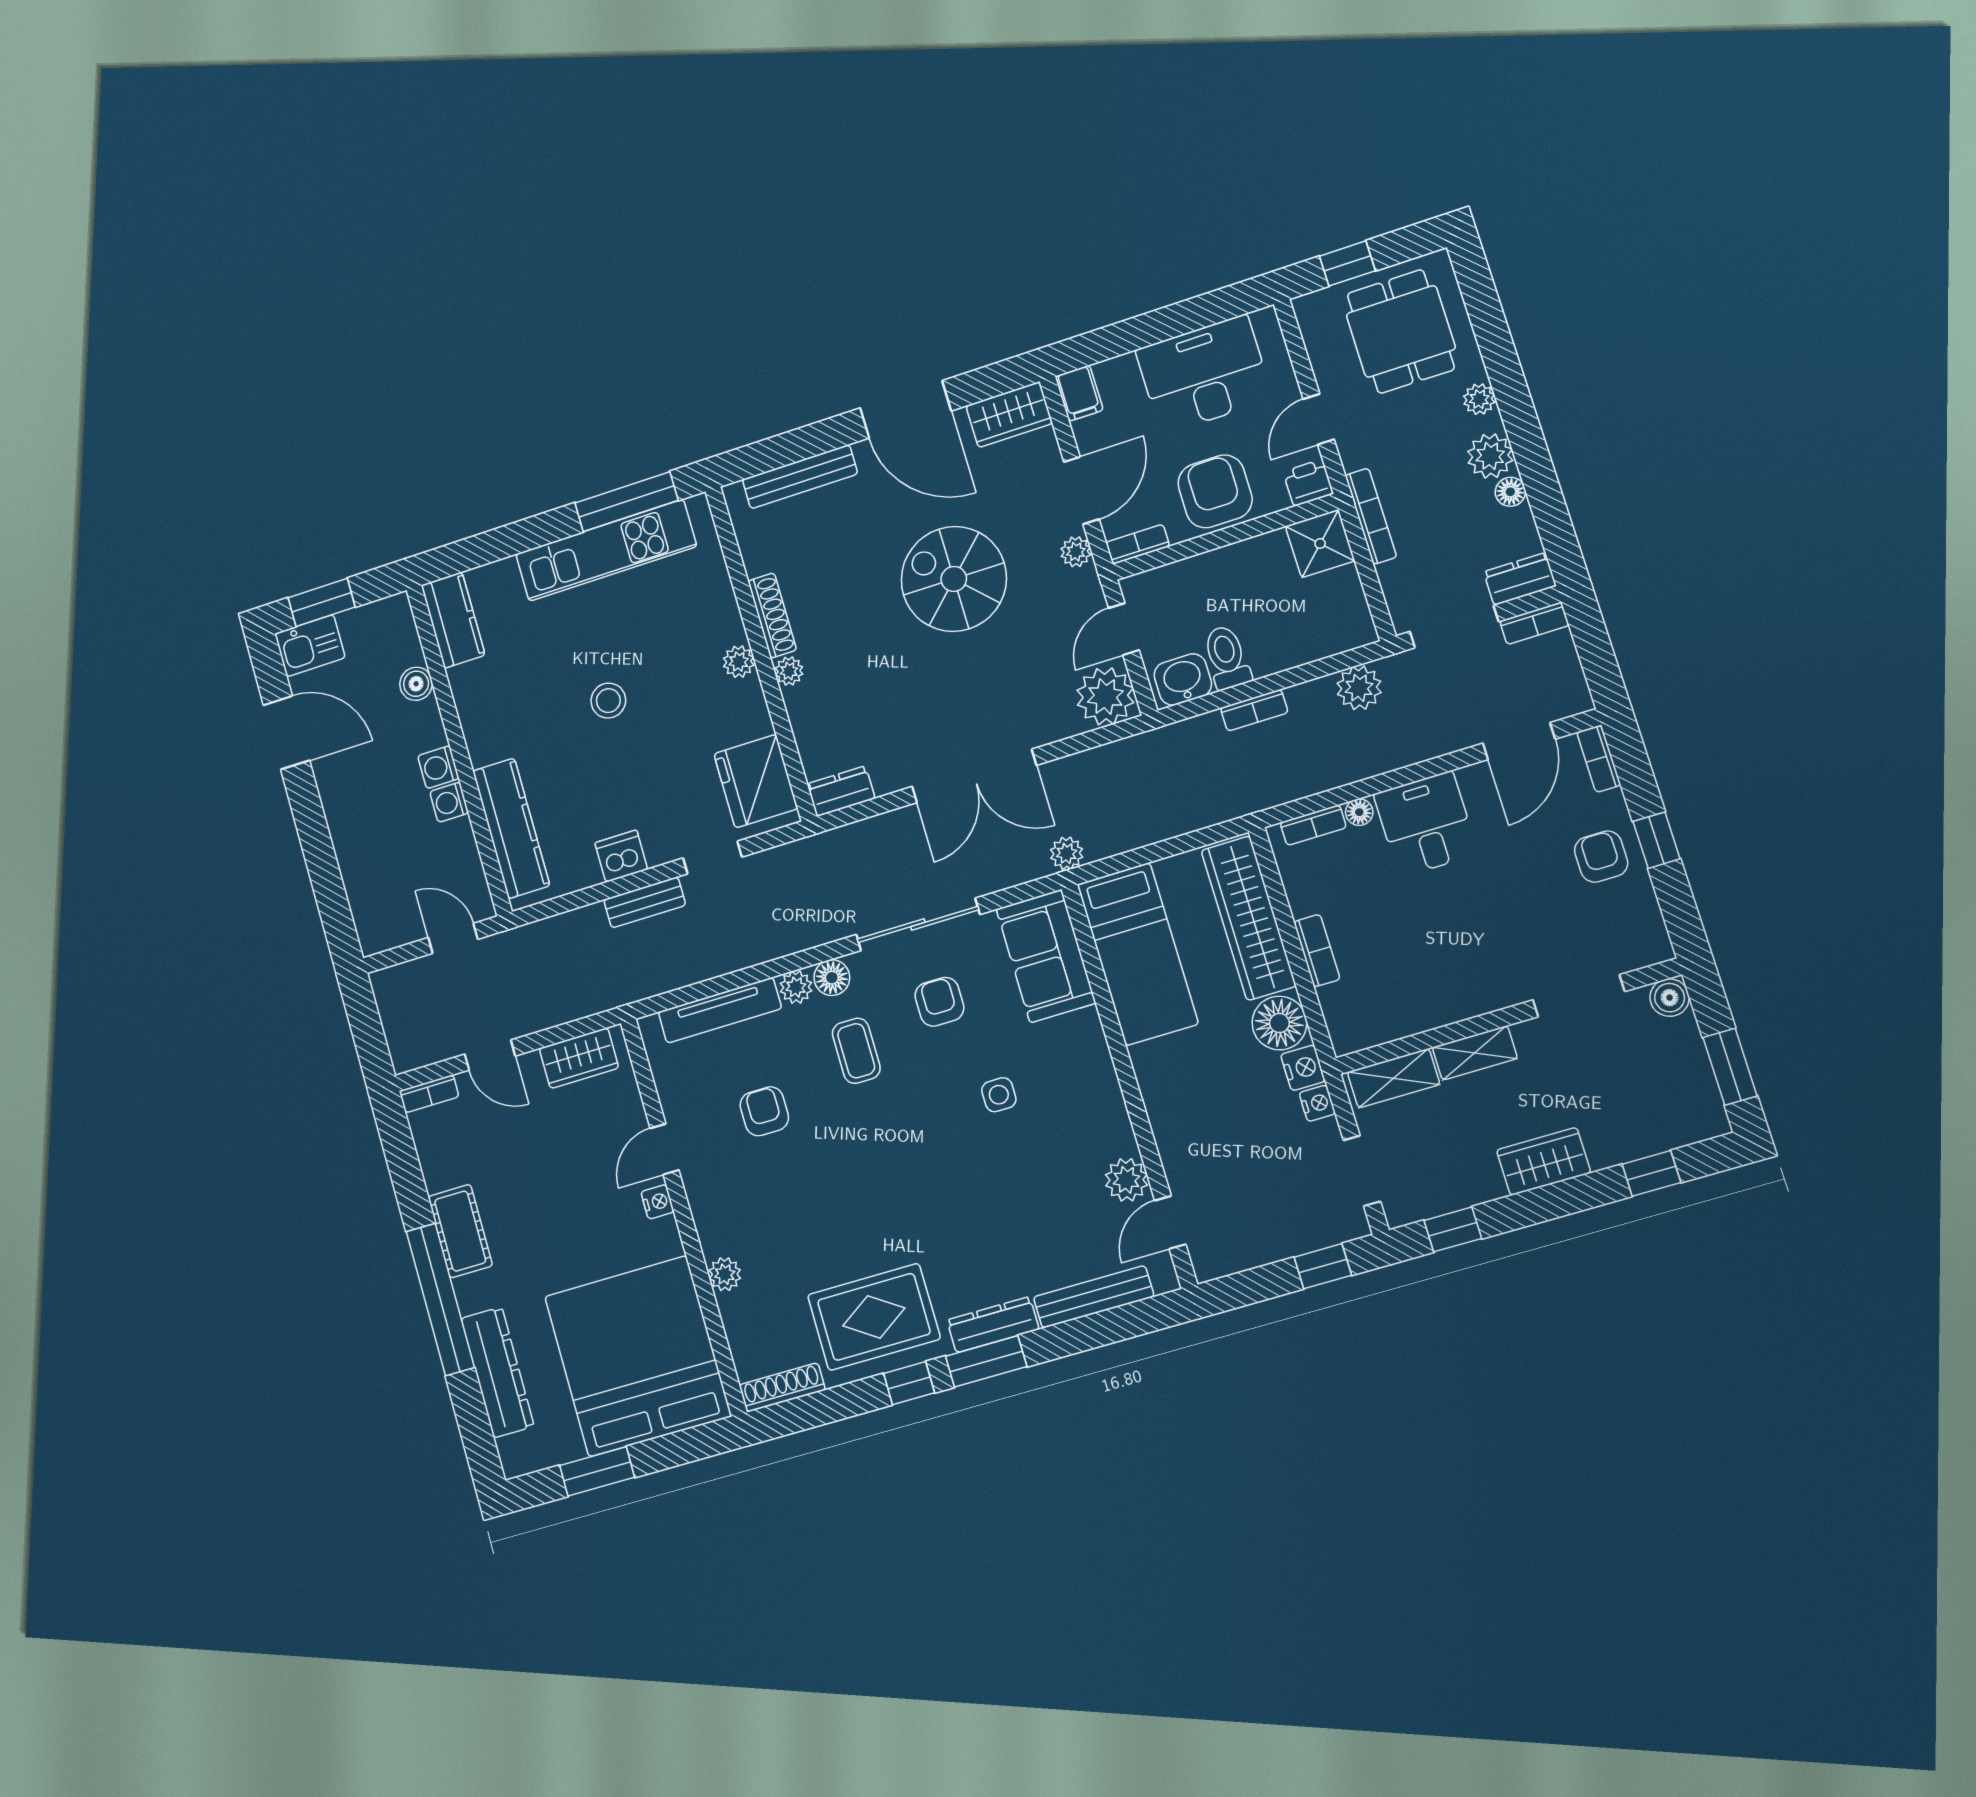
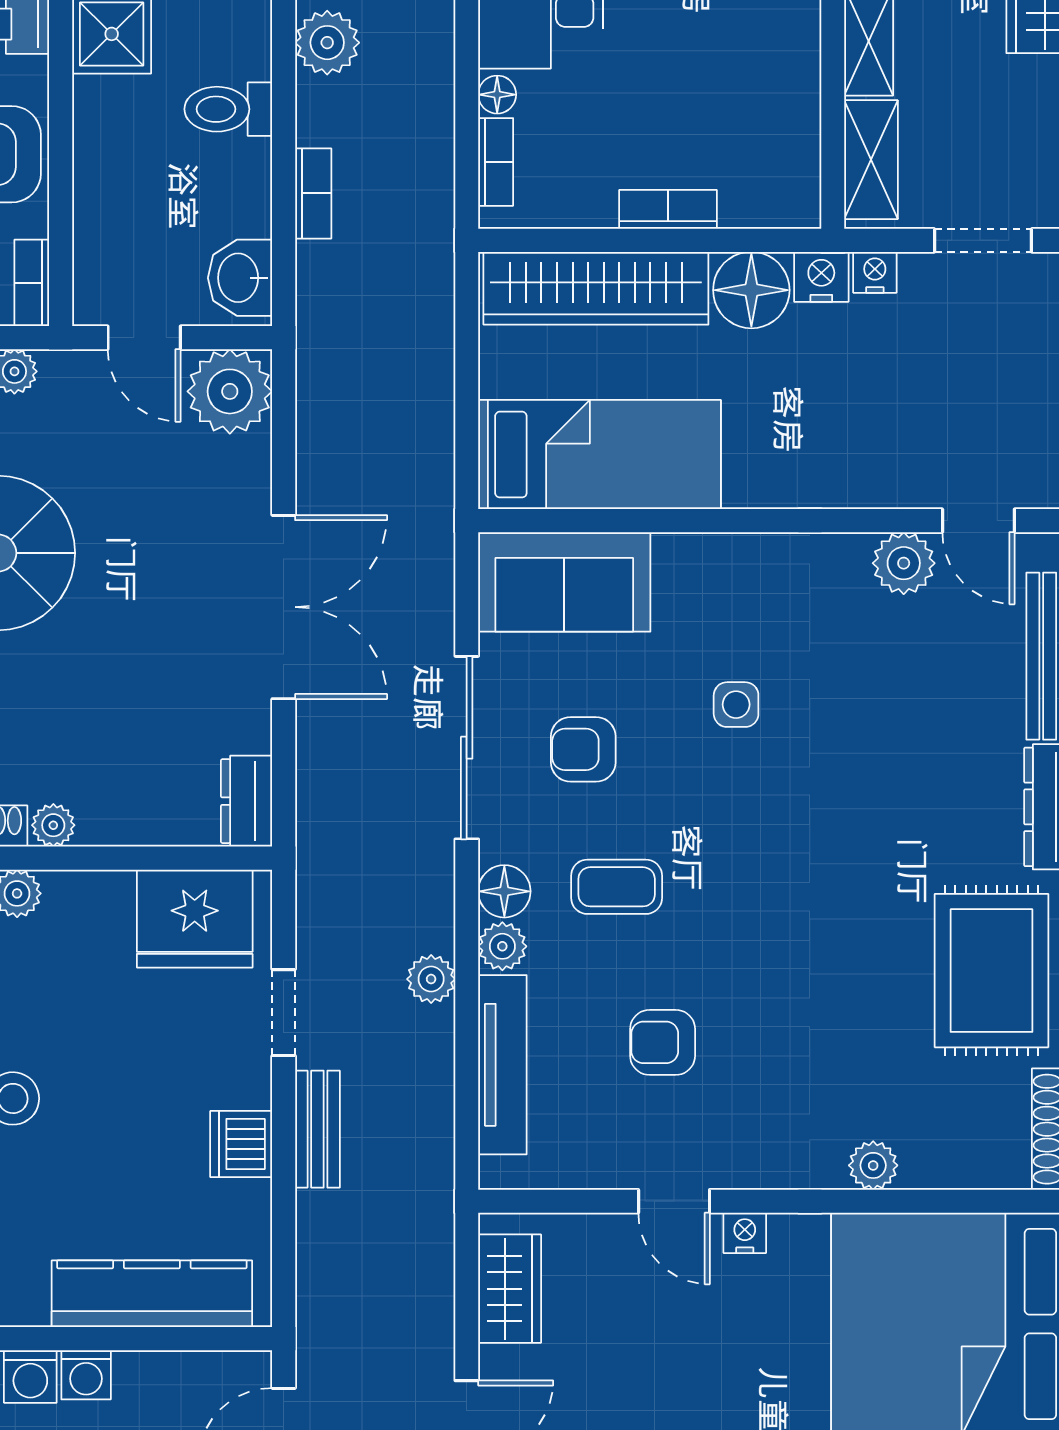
toilet: (1227, 657) -> (228, 109), moved
plant: (1067, 853) -> (431, 979), moved

